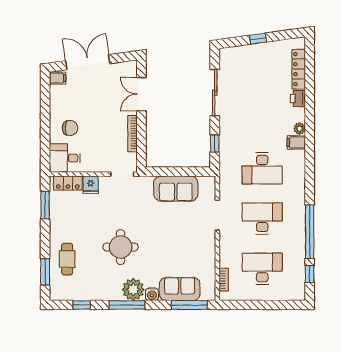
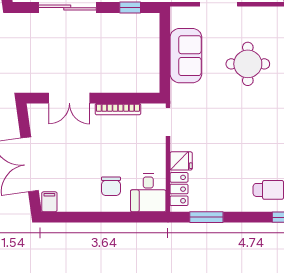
chair: (70, 128) -> (111, 186), turned 180
round table: (121, 247) -> (248, 64), moved

